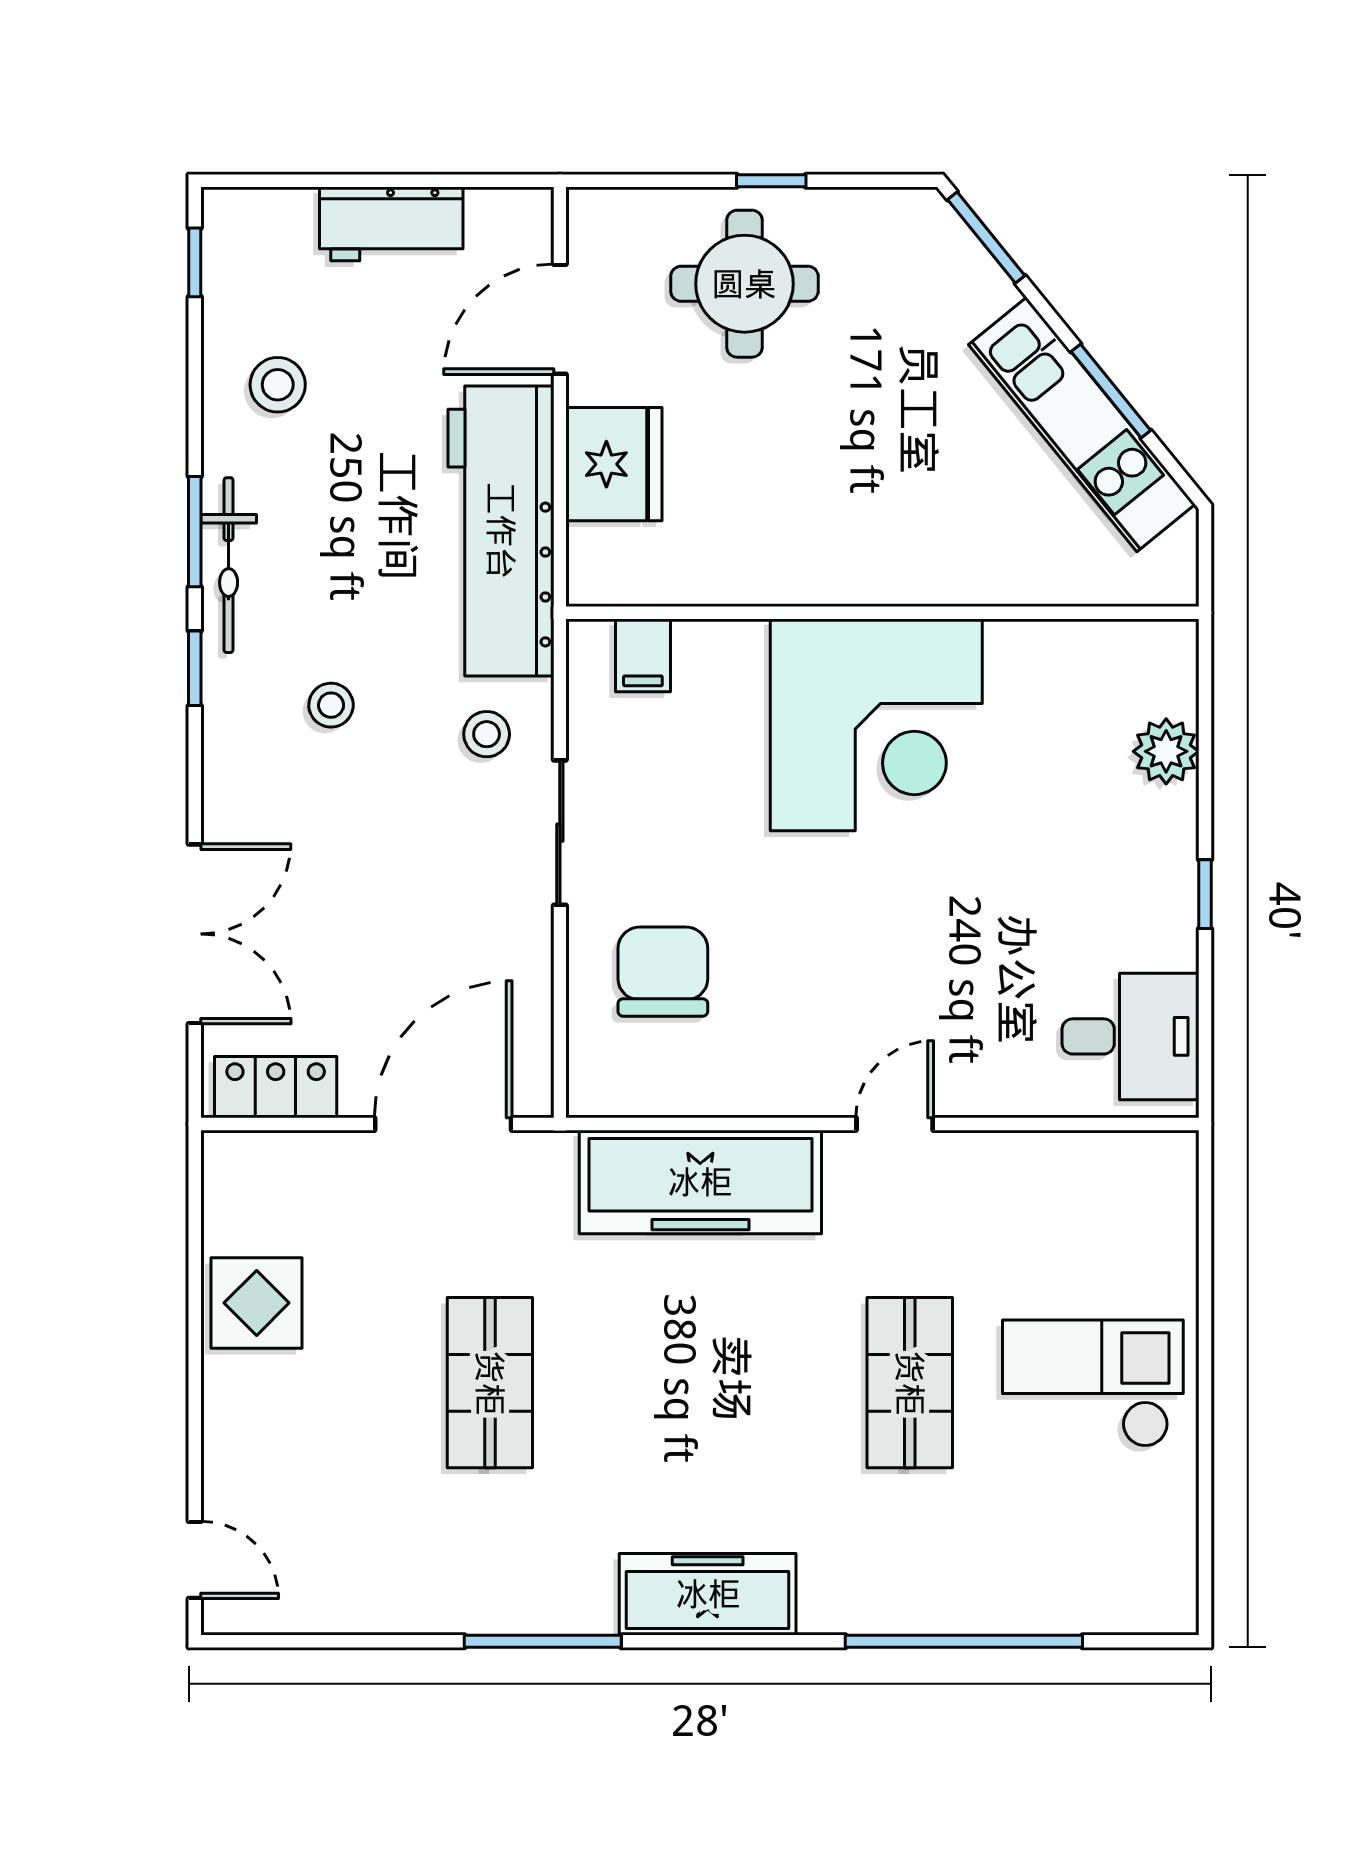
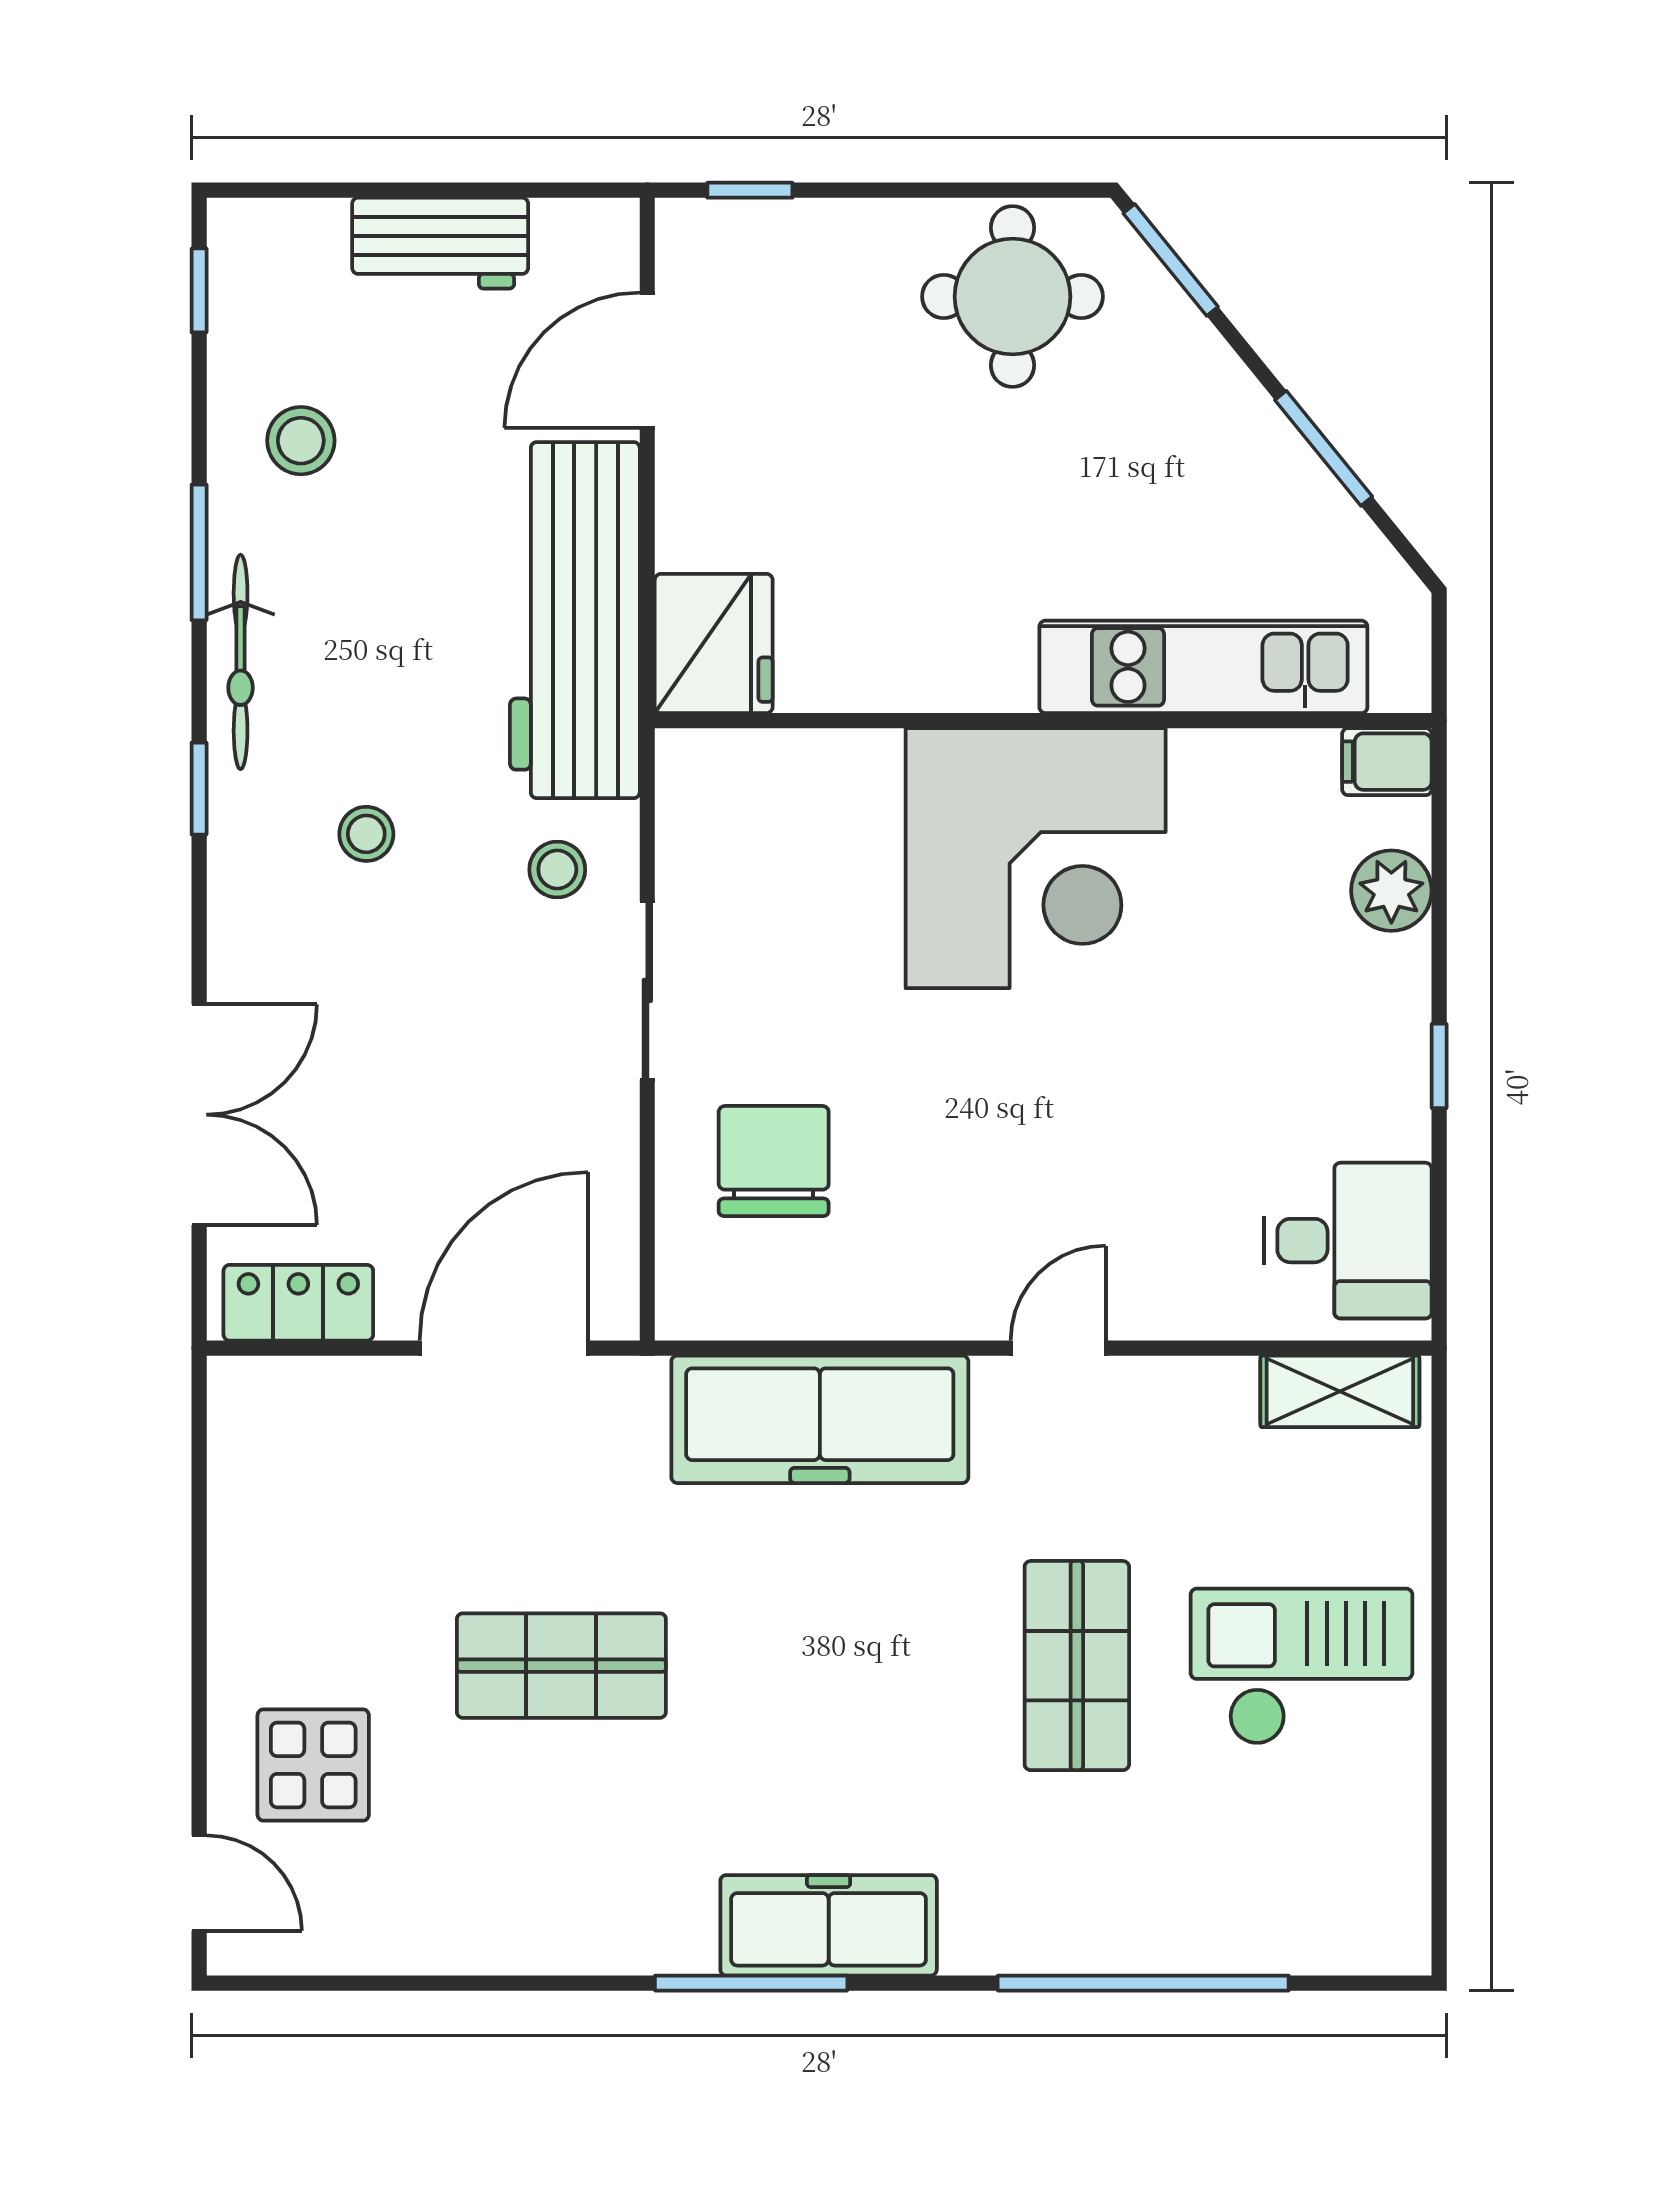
window: (771, 181) -> (750, 190), moved
round table: (744, 284) -> (1013, 297), moved
kitchen unit: (1082, 425) -> (1203, 667), moved, turned 129
fridge: (614, 464) -> (714, 643), moved
window: (195, 532) -> (199, 552), moved
filing cabinet: (643, 655) -> (1387, 762), moved, turned 90
shelving: (1124, 1159) -> (1340, 1391), added
display table: (257, 1303) -> (313, 1765), moved
shop shelf: (490, 1383) -> (561, 1666), turned 90
window: (543, 1641) -> (751, 1983), moved

